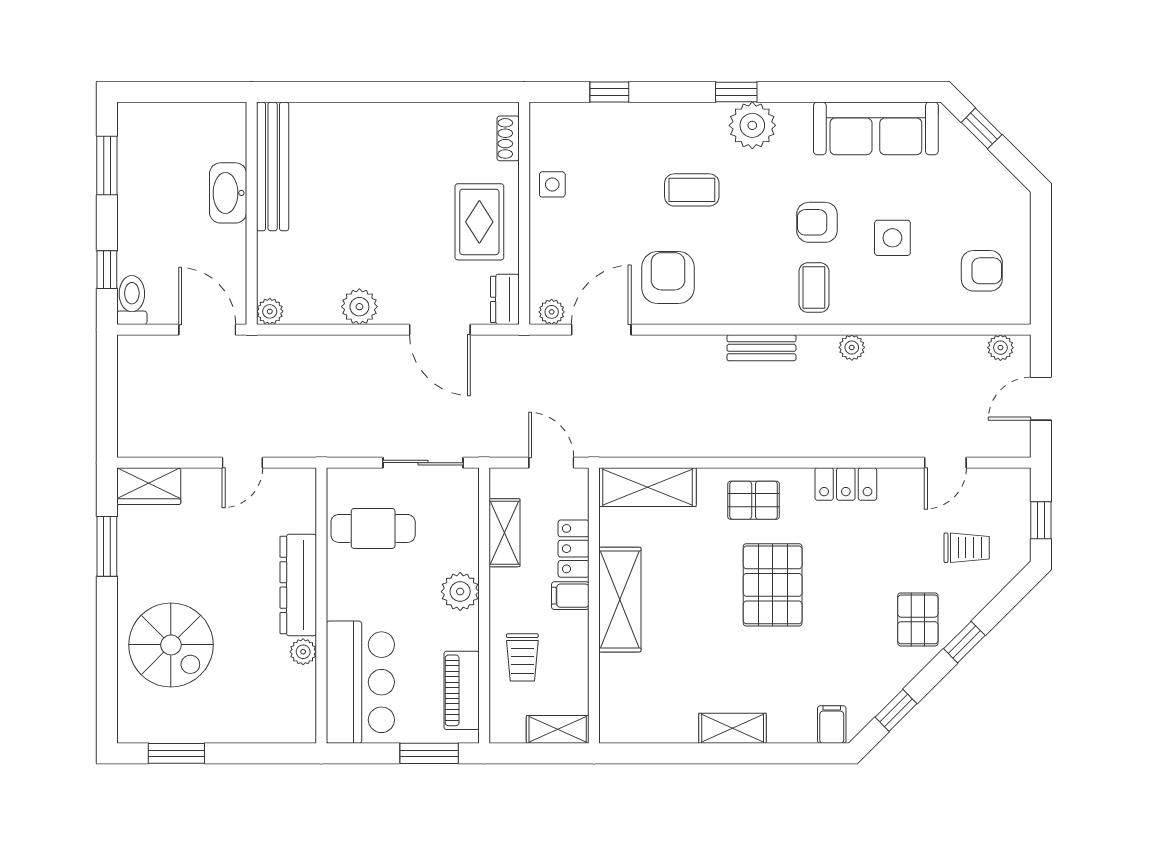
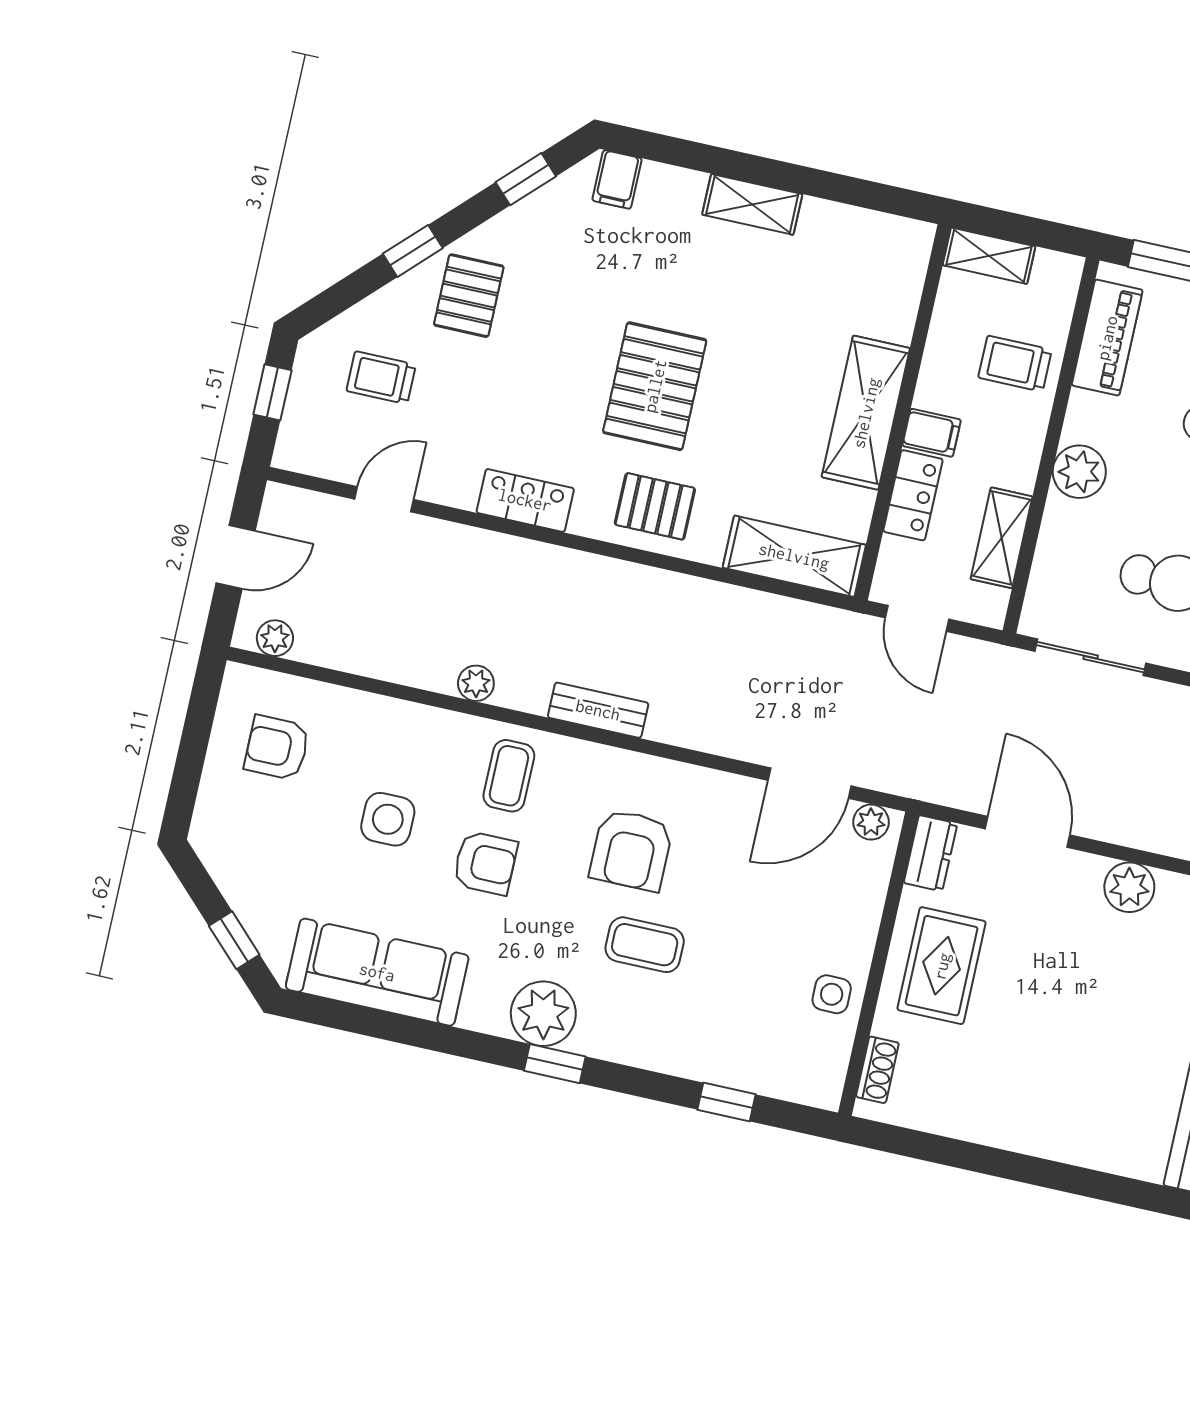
armchair: (668, 278) -> (631, 850), moved
trolley: (522, 657) -> (1015, 364), turned -90

